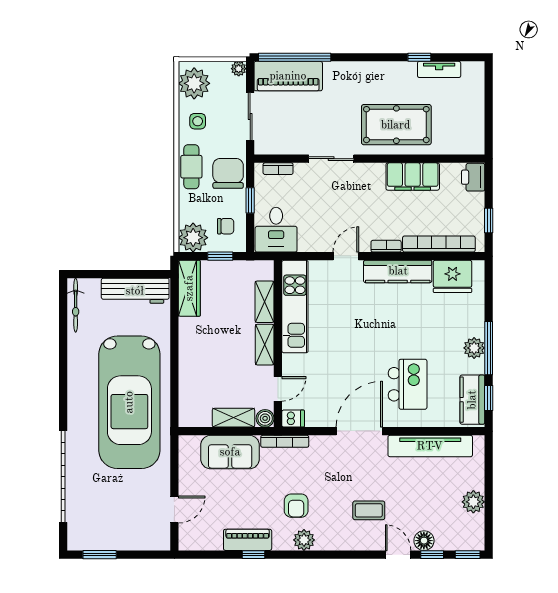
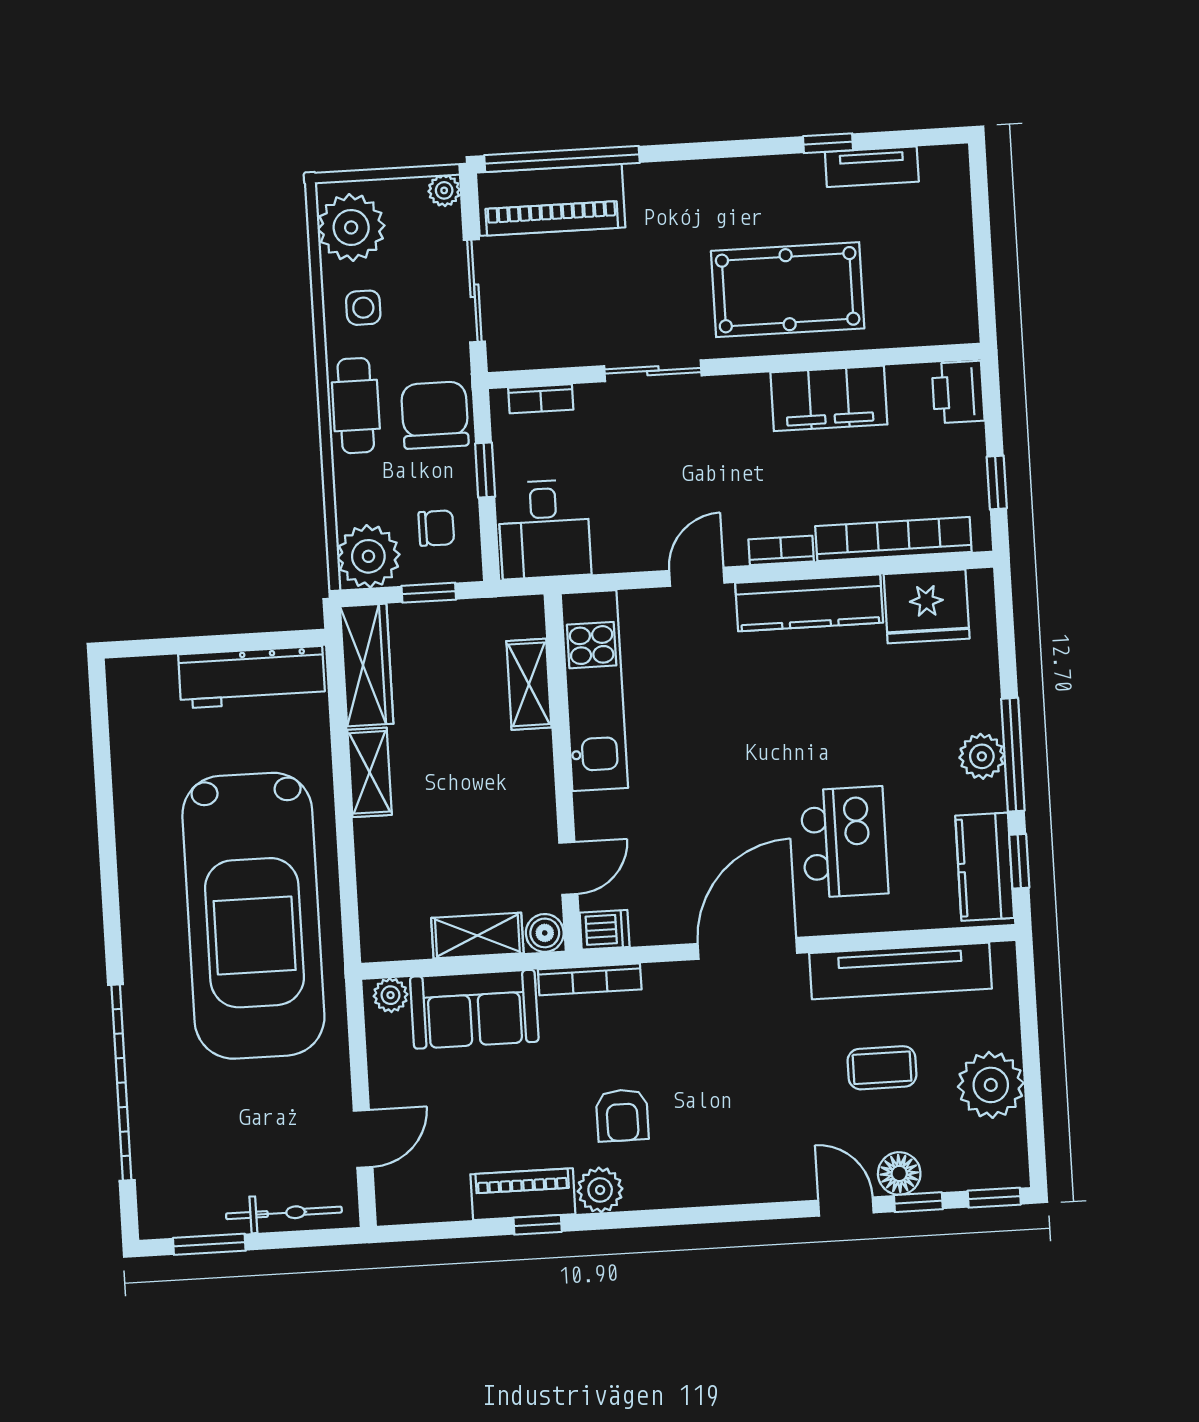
bicycle: (76, 305) -> (284, 1213), moved, turned -90
shelving: (265, 345) -> (370, 772), moved
plant: (191, 443) -> (391, 995), added
plant: (473, 502) -> (991, 1085), width x1.36, depth x1.36
coffee table: (369, 510) -> (882, 1068), moved
plant: (304, 540) -> (600, 1190), moved

